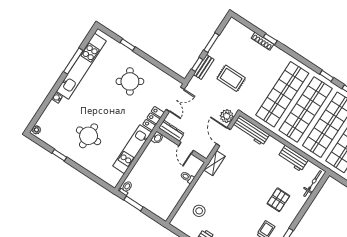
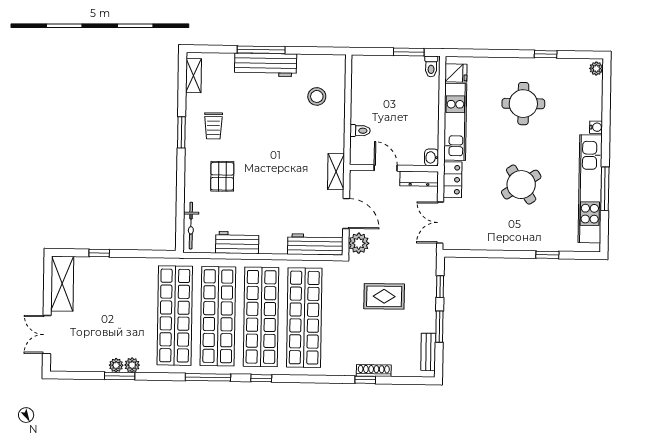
bench: (204, 67) -> (428, 352), moved
round table: (130, 81) -> (521, 185), moved
fridge: (115, 176) -> (456, 73), added

